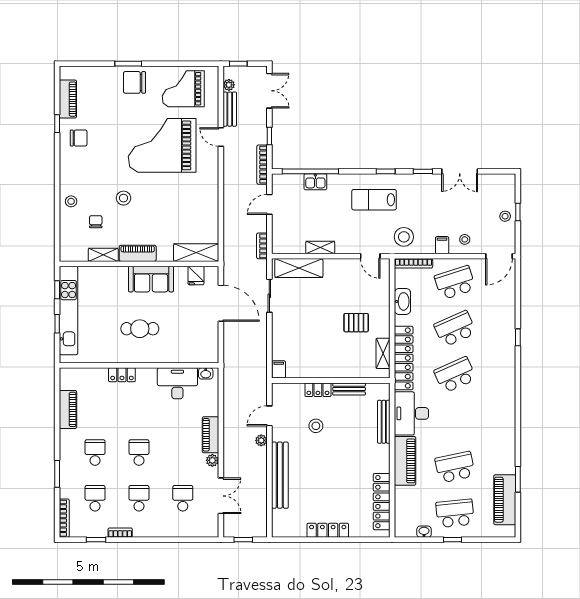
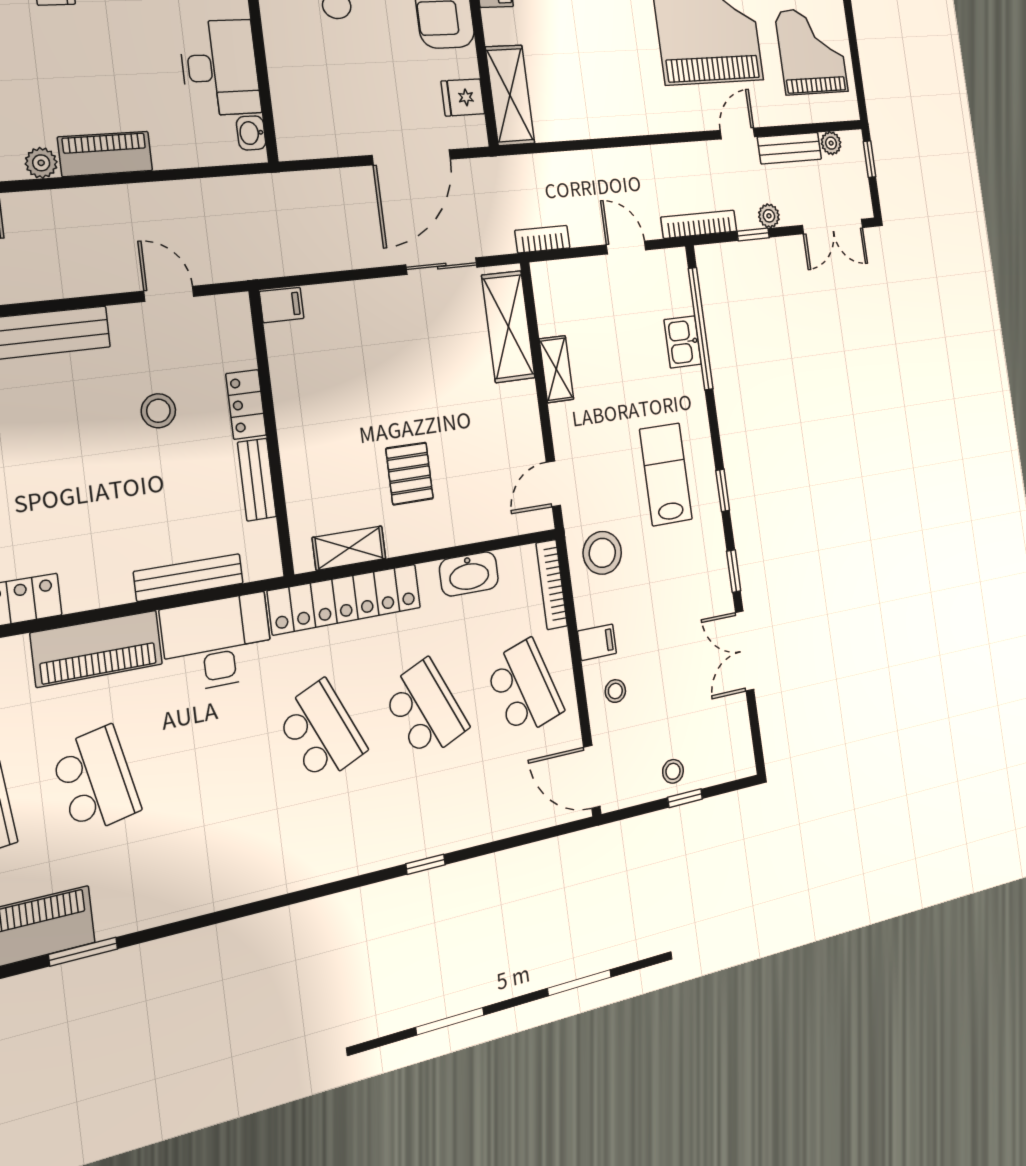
plant: (261, 440) -> (769, 216), moved

